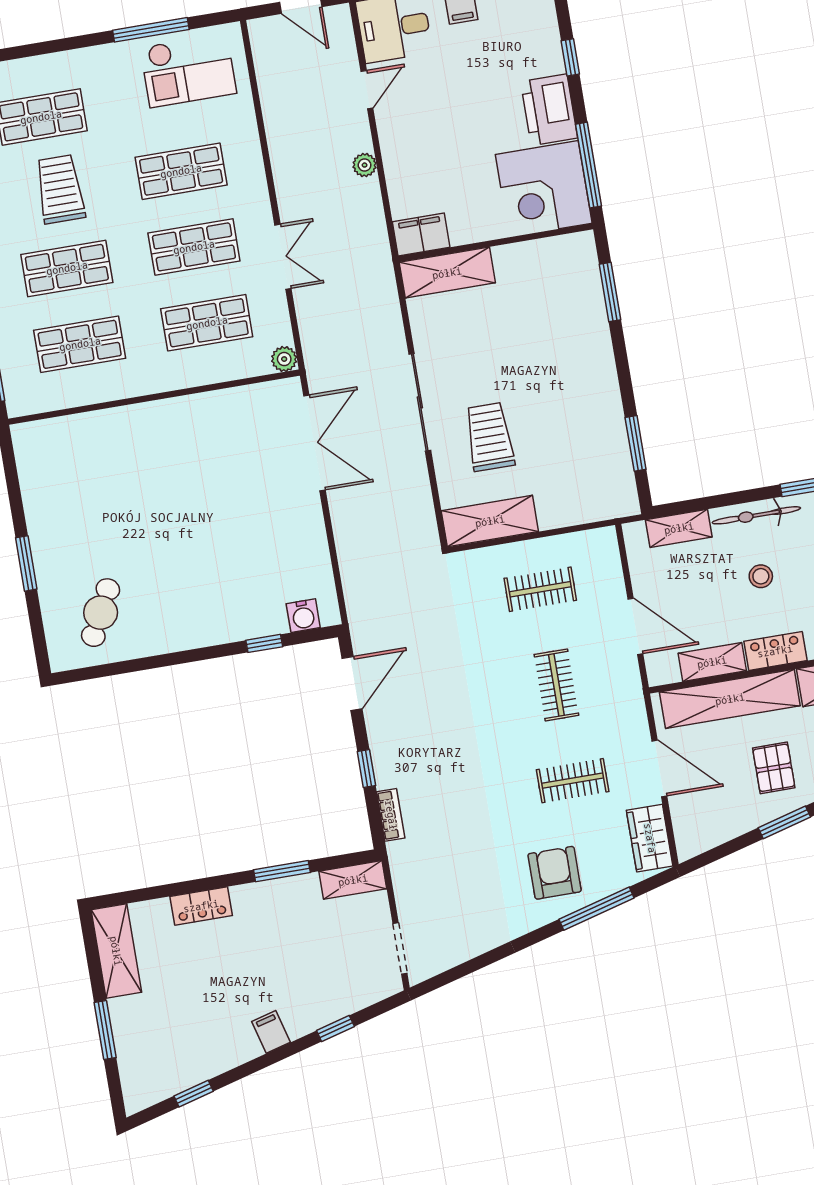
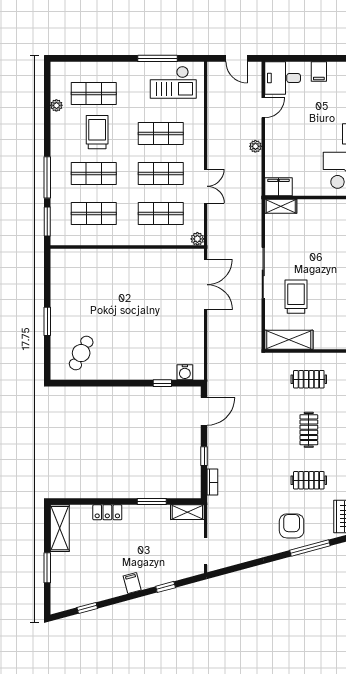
shelving: (447, 273) -> (281, 206), width x0.67, depth x0.75

